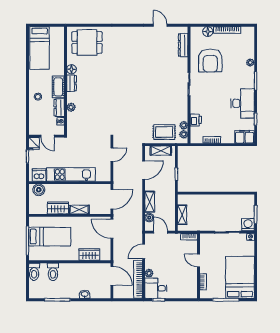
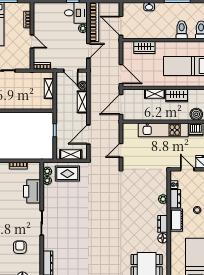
armchair: (210, 60) -> (20, 247), width x0.53, depth x0.53
printer: (196, 120) -> (32, 191), width x1.87, depth x1.48

